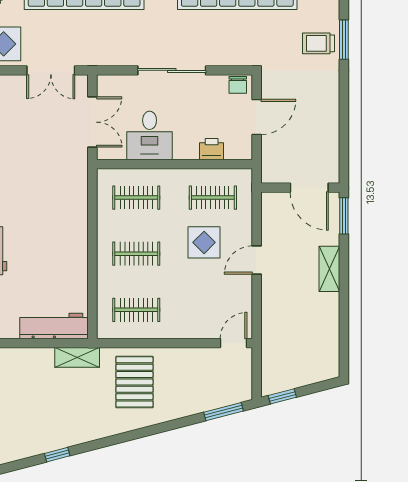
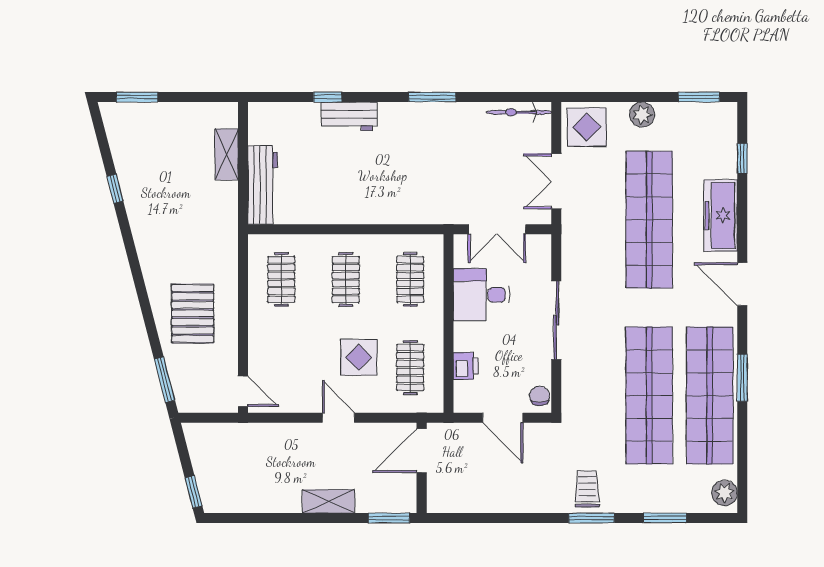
chair: (238, 85) -> (540, 396), turned 90
door: (309, 188) -> (422, 451), moved
shelving: (77, 357) -> (227, 154), moved
pallet: (134, 382) -> (193, 313), moved, turned 90
window: (282, 396) -> (194, 492), moved

